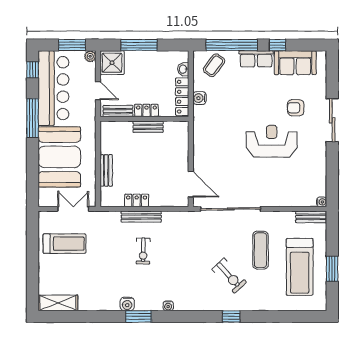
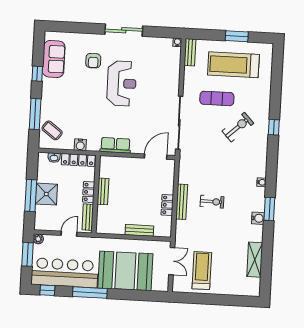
window: (232, 45) -> (35, 114), width x0.68
row of seats: (256, 59) -> (115, 145), moved, turned -90
shower: (112, 63) -> (46, 194), moved
sliding door: (332, 120) -> (124, 30), moved
reception desk: (272, 141) -> (122, 83), turned 180
double door: (73, 209) -> (172, 261), swing flipped
treadmill: (300, 267) -> (233, 65), turned 180
shelving: (58, 303) -> (255, 260), moved

